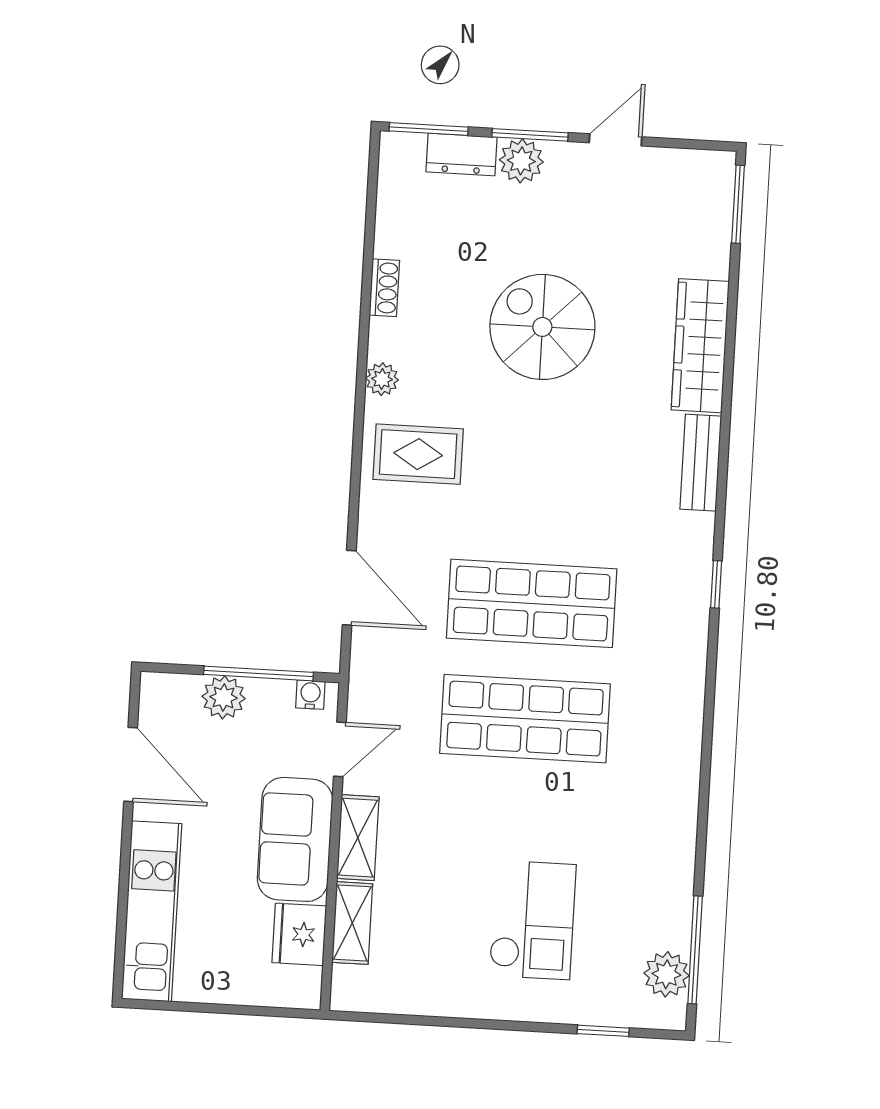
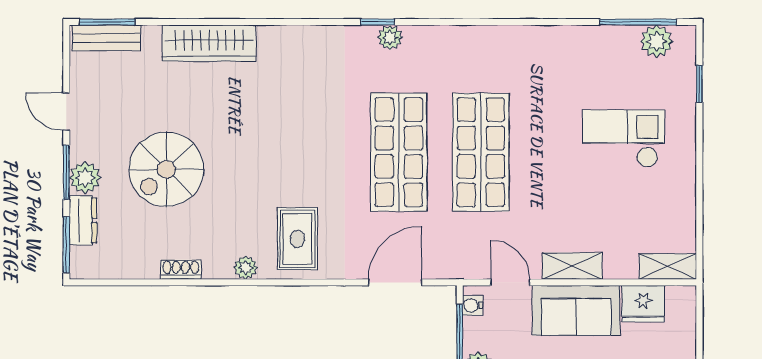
spiral stairs: (542, 327) -> (166, 169), moved
bench: (701, 463) -> (107, 38), moved
plant: (693, 600) -> (390, 37), added
shelving: (352, 923) -> (668, 266), moved

